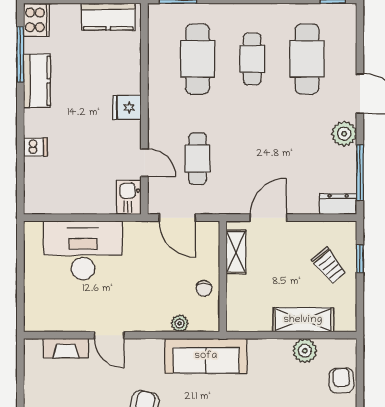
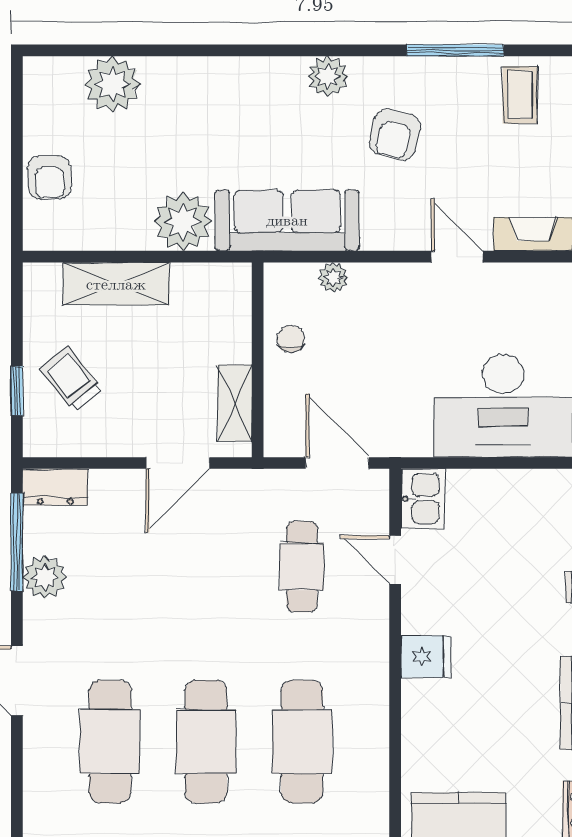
cafe table: (252, 59) -> (206, 742), width x1.37, depth x1.35
plant: (344, 134) -> (45, 577), moved
plant: (305, 351) -> (183, 222), moved, width x1.36, depth x1.36

